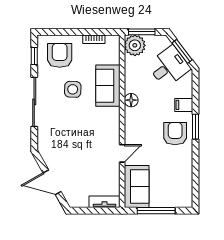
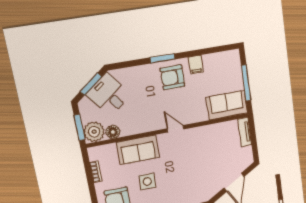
floor lamp: (131, 100) -> (113, 132), moved
filing cabinet: (184, 105) -> (196, 65), moved
door: (122, 153) -> (175, 129), moved

